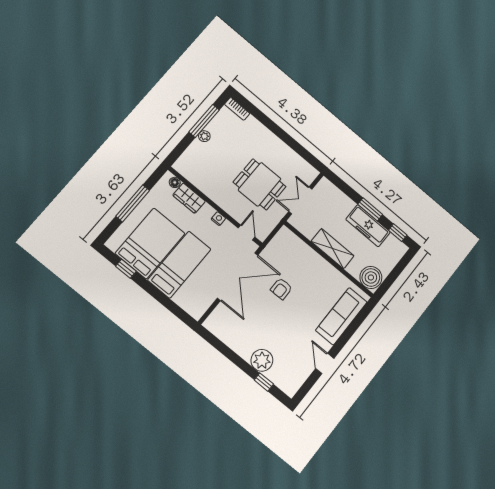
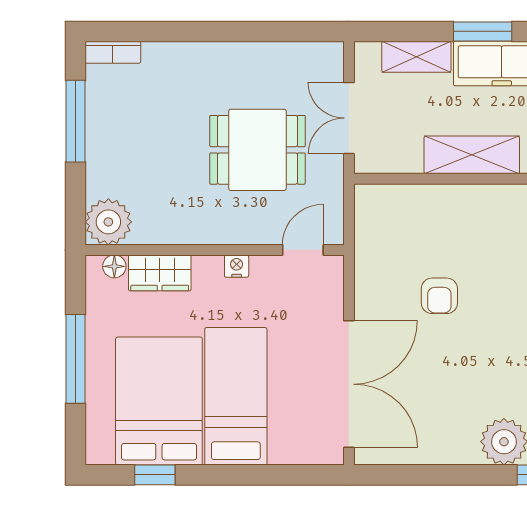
plant: (204, 136) -> (108, 222), moved, width x1.88, depth x1.88
shelving: (341, 199) -> (416, 57), added
door: (247, 233) -> (303, 250), hinge flipped
double door: (238, 277) -> (349, 384), moved

